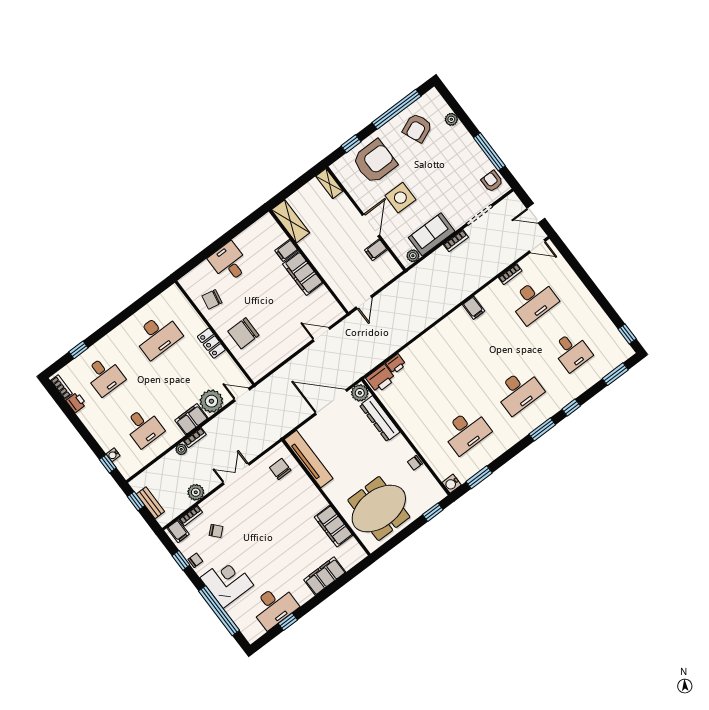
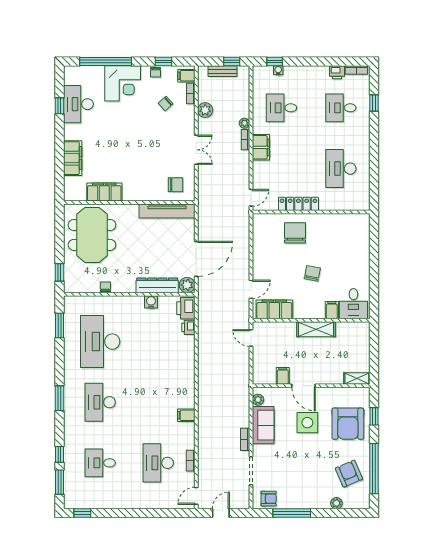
shelving: (291, 221) -> (316, 329), moved
desk: (229, 262) -> (353, 304), moved, turned 90
filing cabinet: (303, 273) -> (274, 309), moved
chair: (212, 299) -> (312, 273), moved
locker: (211, 343) -> (298, 204), width x1.53
plant: (211, 401) -> (263, 172), removed
window: (571, 408) -> (59, 454), moved
desk: (466, 431) -> (100, 342), width x1.36, depth x1.30
water cooler: (452, 484) -> (151, 302), moved

